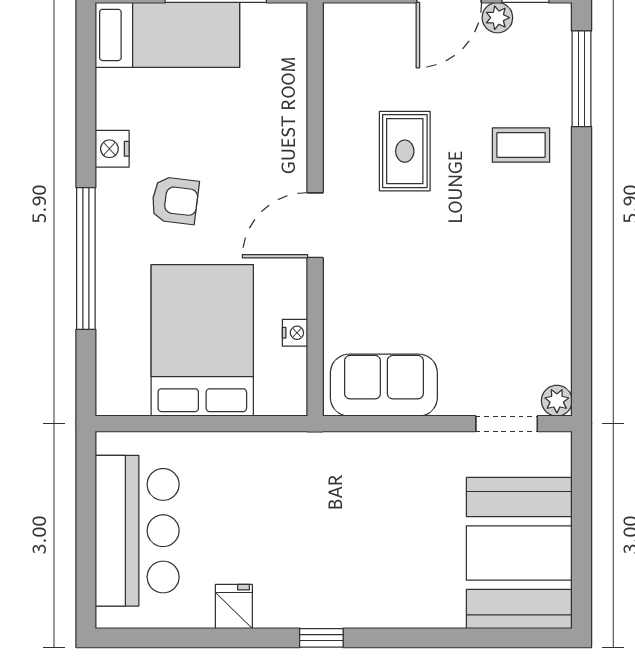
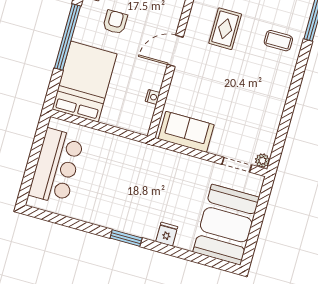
armchair: (175, 200) -> (115, 22), turned -97
bed: (202, 340) -> (85, 82), moved
fridge: (234, 607) -> (167, 234), moved
window: (321, 638) -> (126, 238), width x1.50

